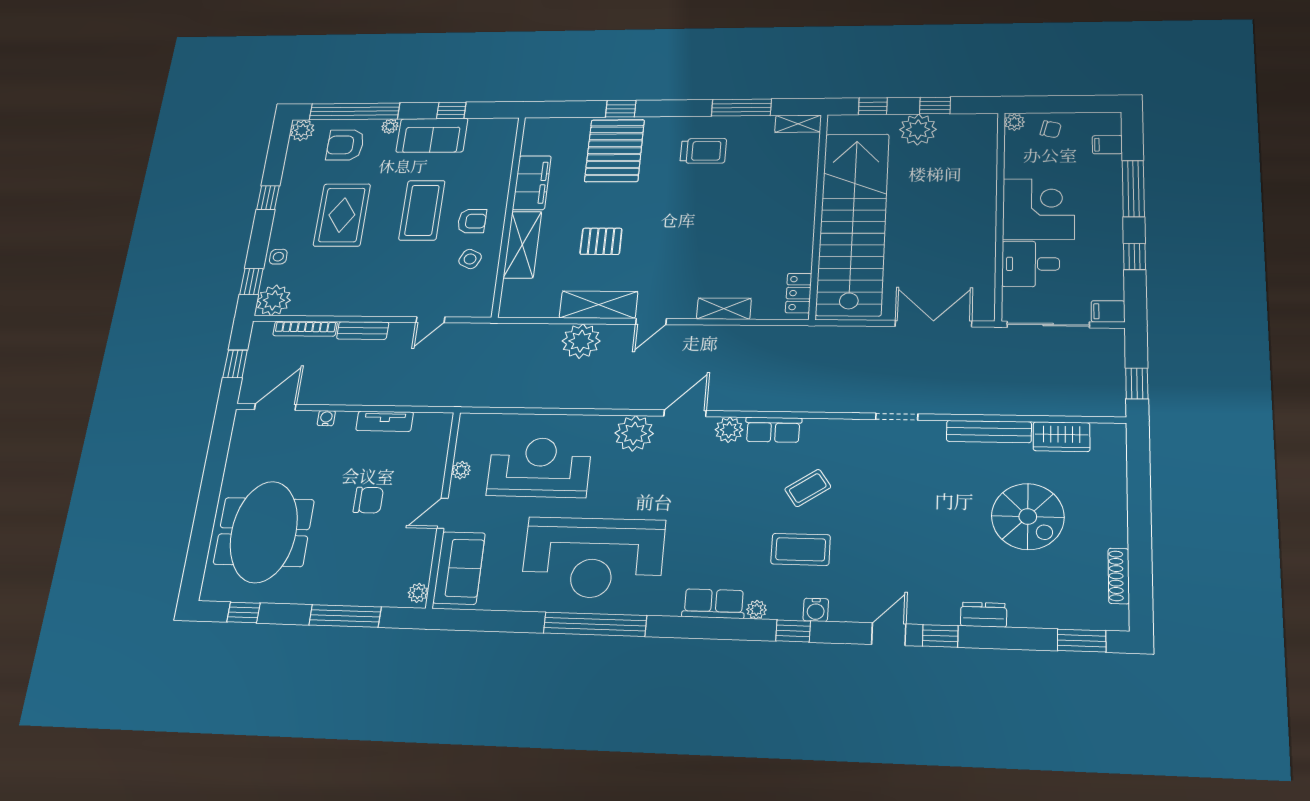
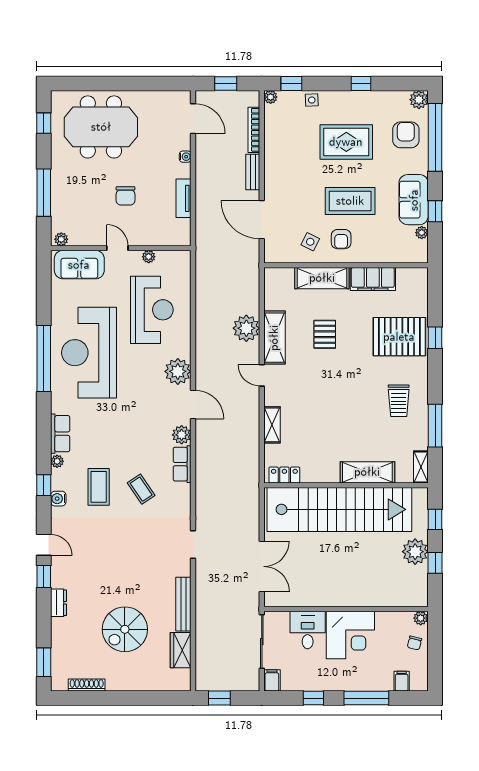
plant: (390, 126) -> (422, 233), moved
shelving: (801, 188) -> (367, 472), added
plant: (274, 300) -> (271, 97), width x0.53, depth x0.53
door: (430, 320) -> (262, 220), width x1.88

